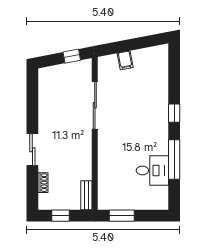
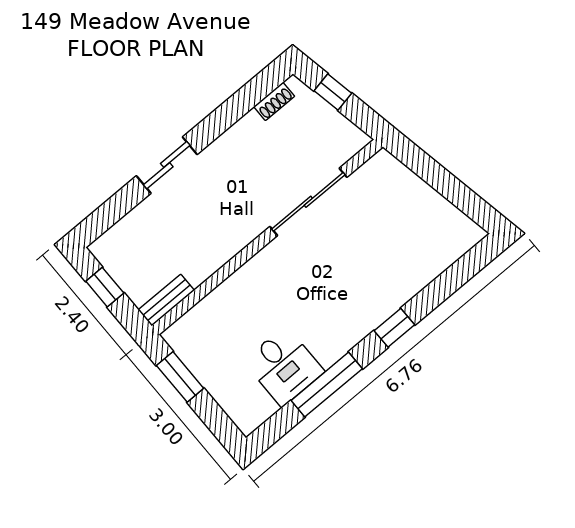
window: (72, 56) -> (333, 92), moved
filing cabinet: (125, 60) -> (412, 191), removed
shoe rack: (43, 183) -> (274, 101), moved

